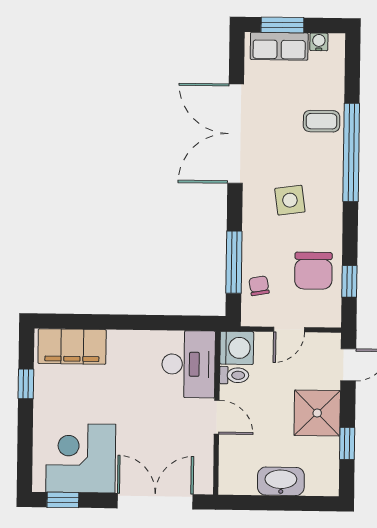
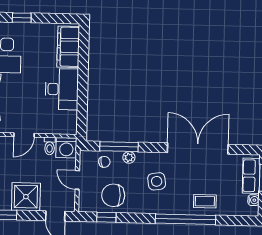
coffee table: (322, 121) -> (205, 201), turned 90
plant: (251, 246) -> (129, 157), added
desk: (189, 364) -> (62, 89), moved, turned -90
window: (26, 384) -> (22, 18), moved

